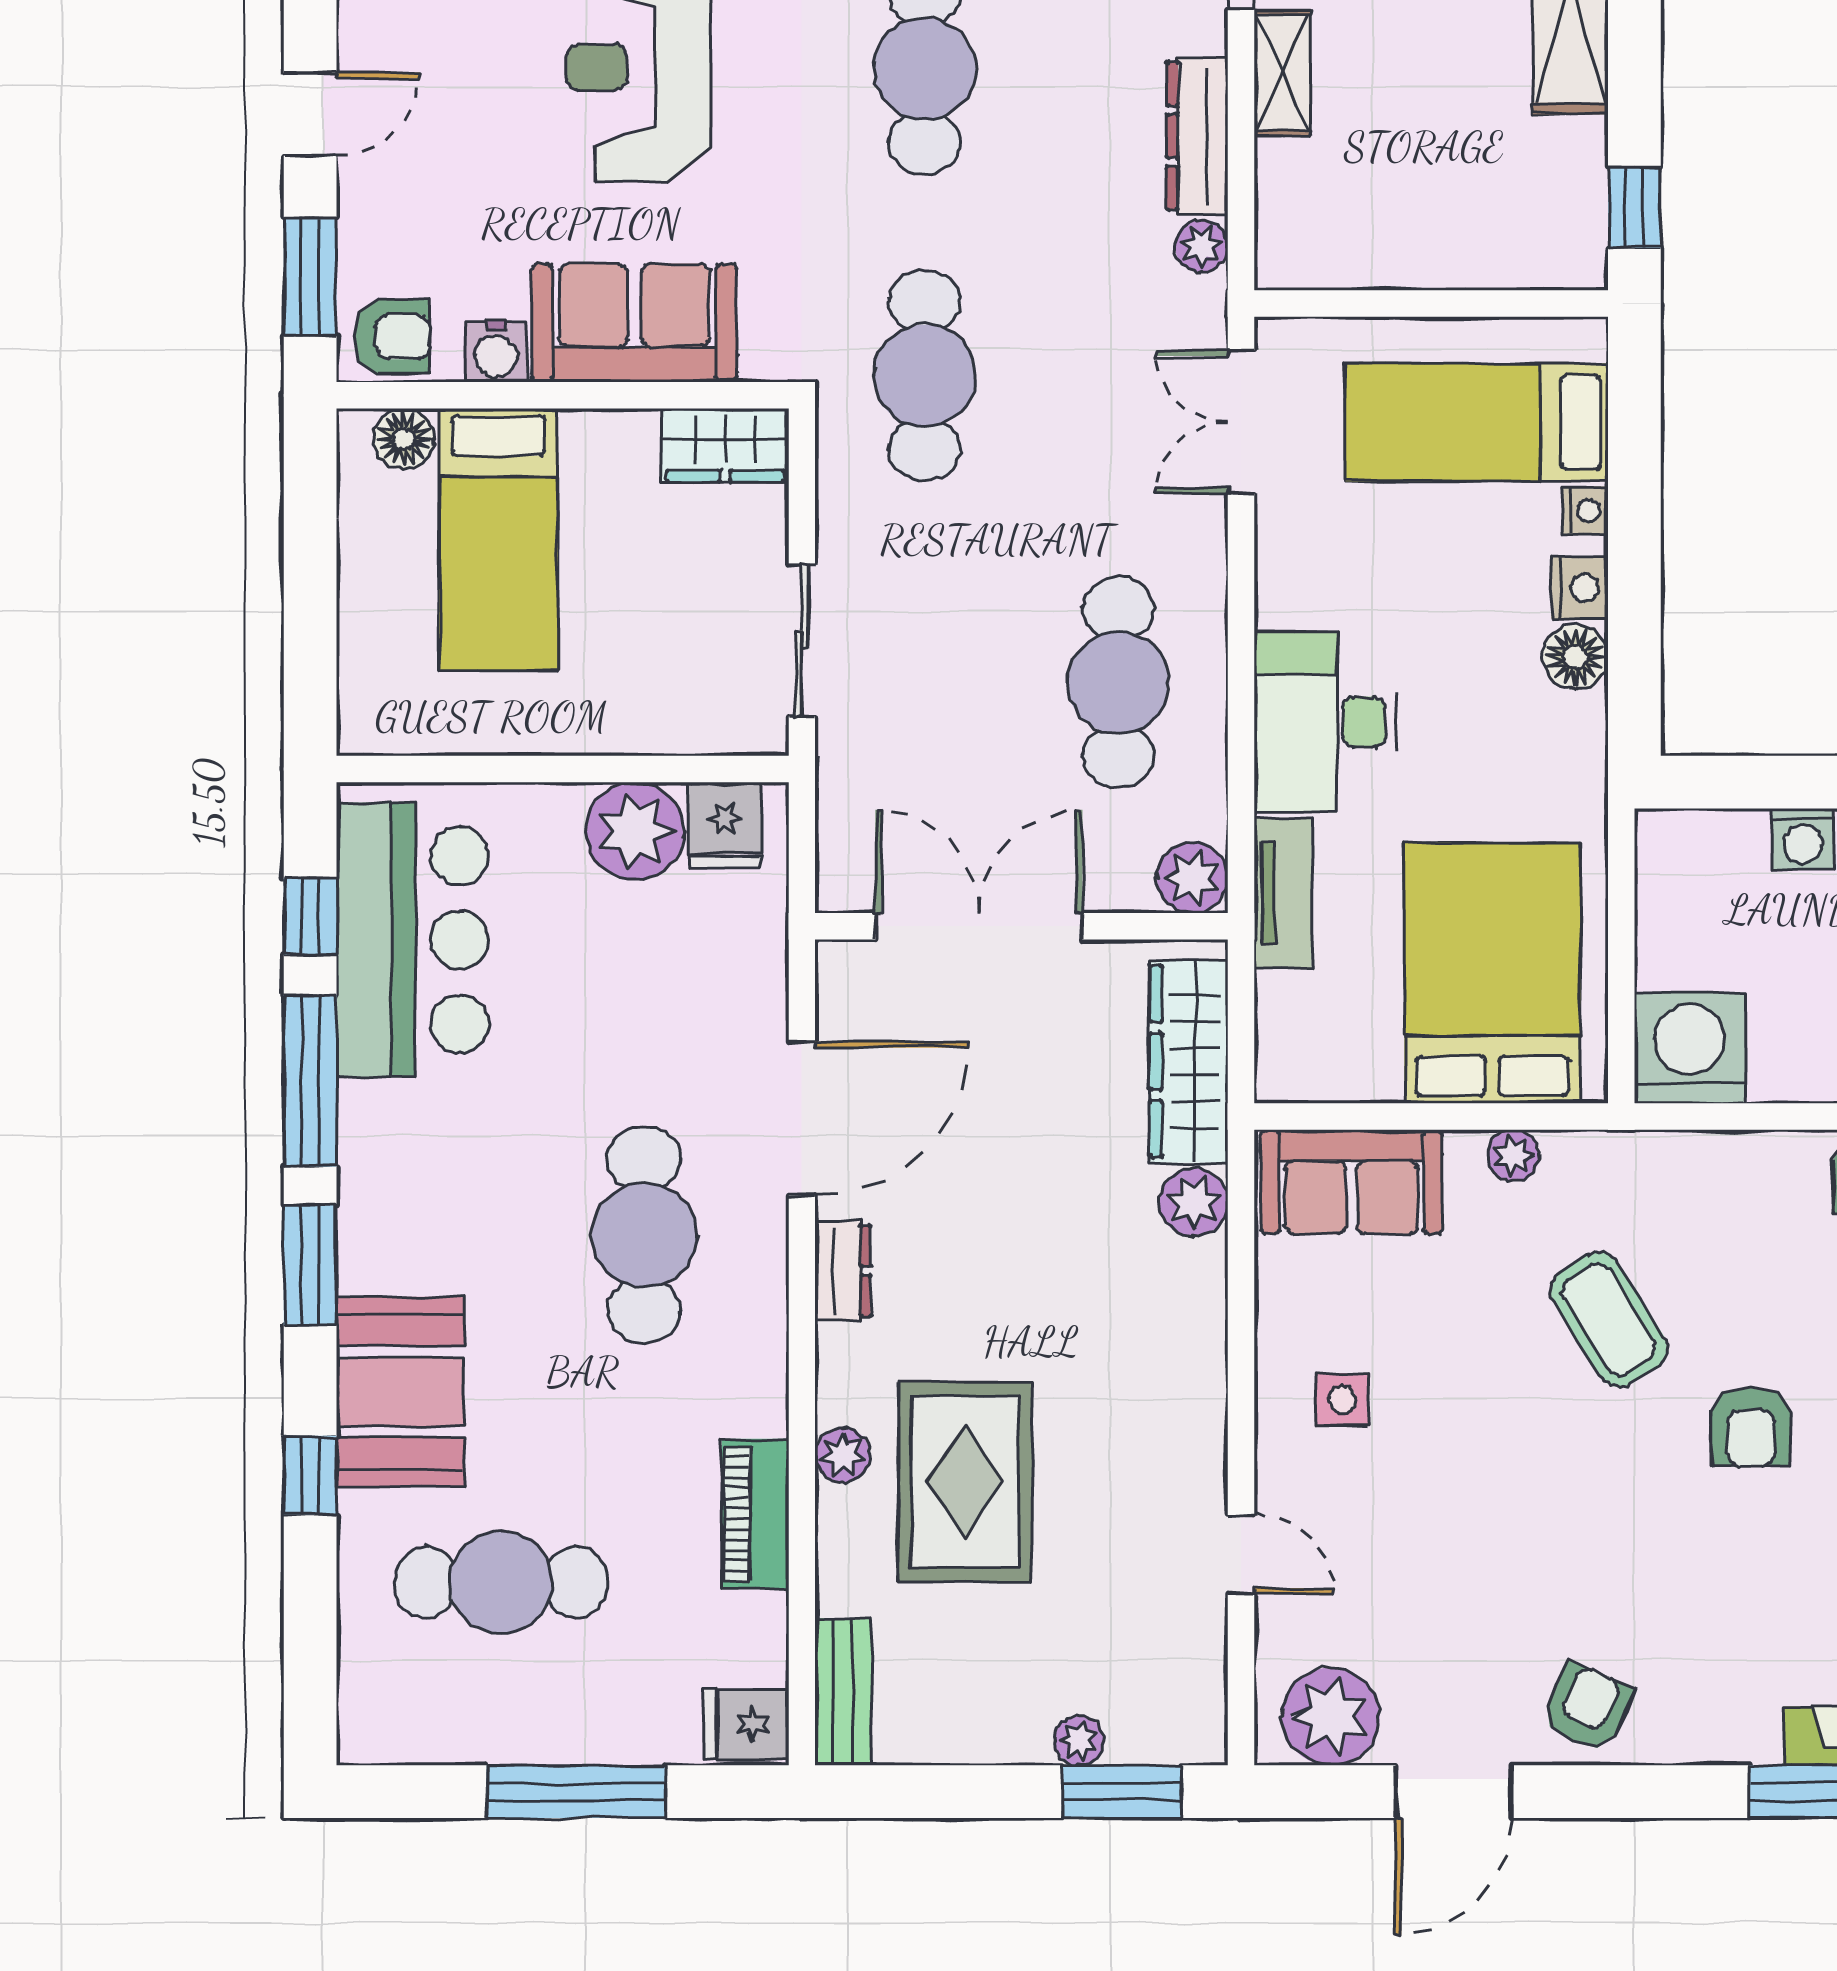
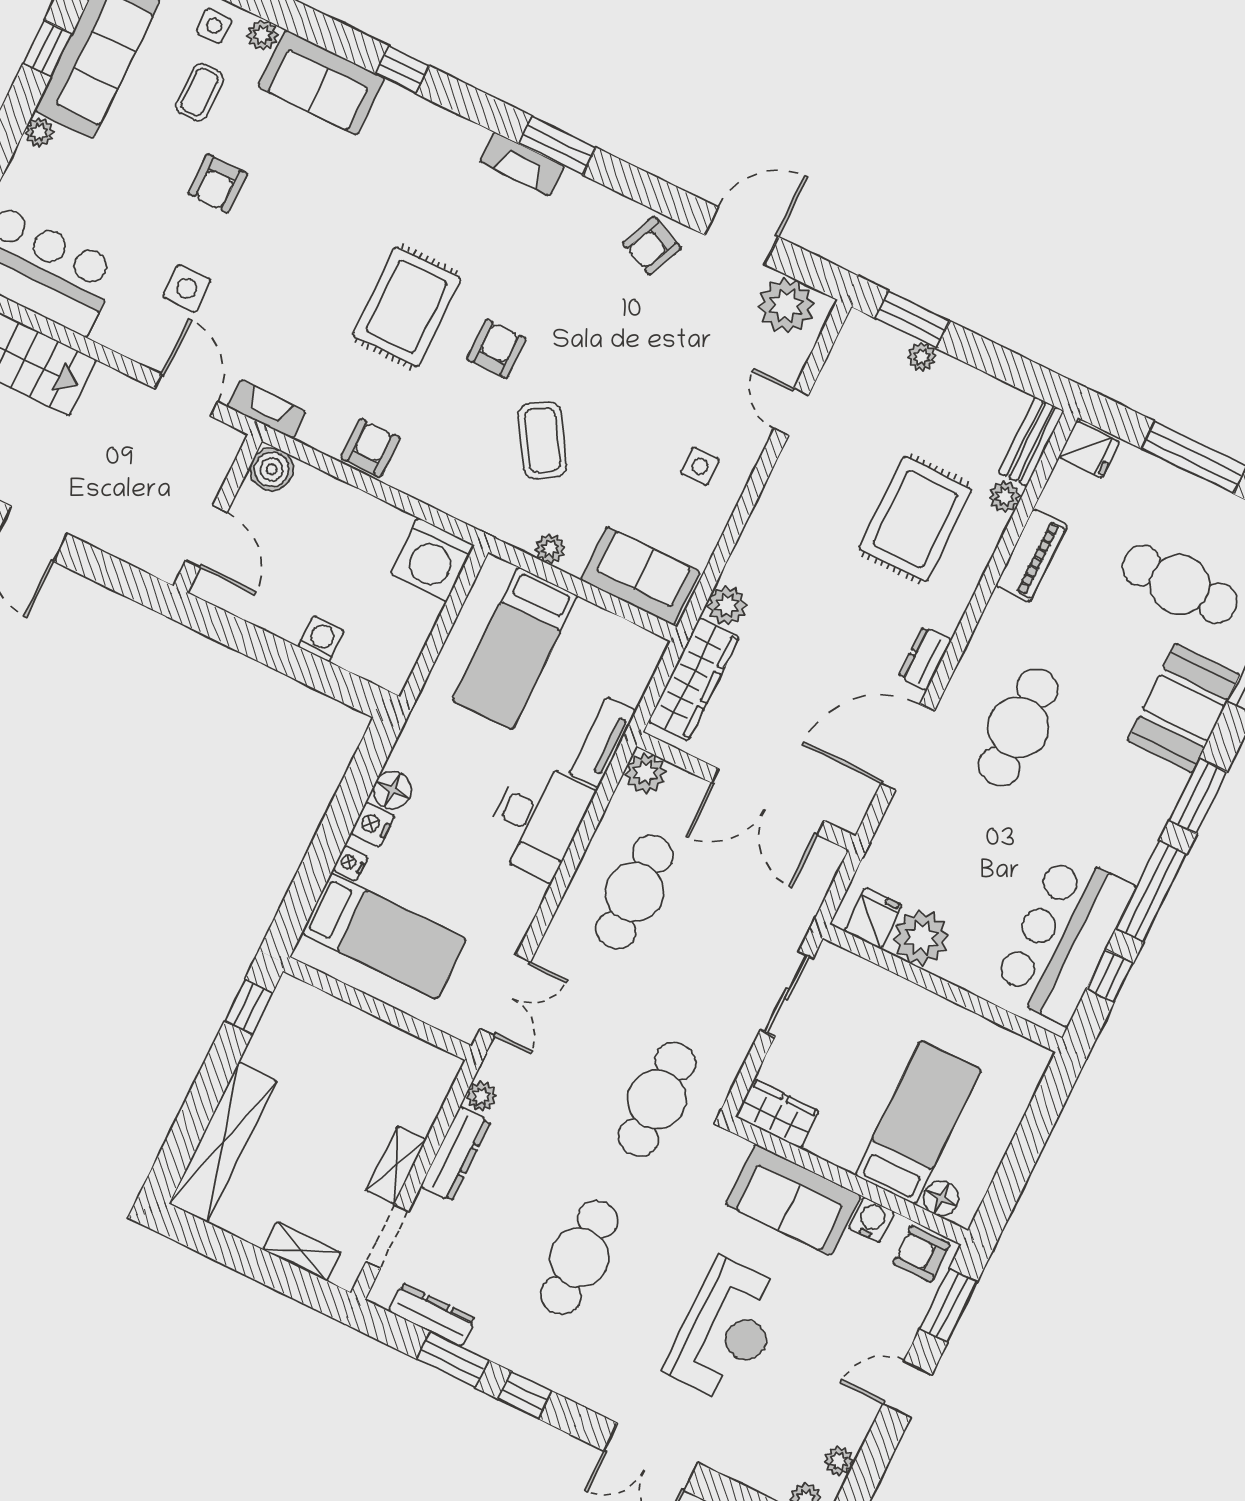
bed: (1492, 973) -> (515, 648), width x0.67
plant: (842, 1455) -> (1005, 497), moved

